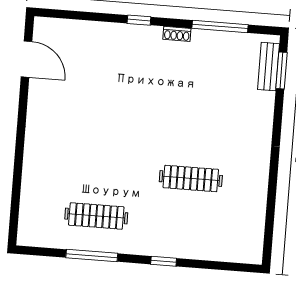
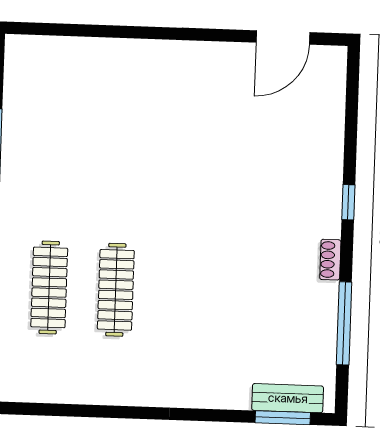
clothes rail: (96, 216) -> (49, 287), moved

